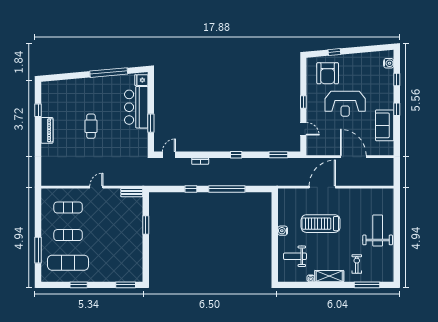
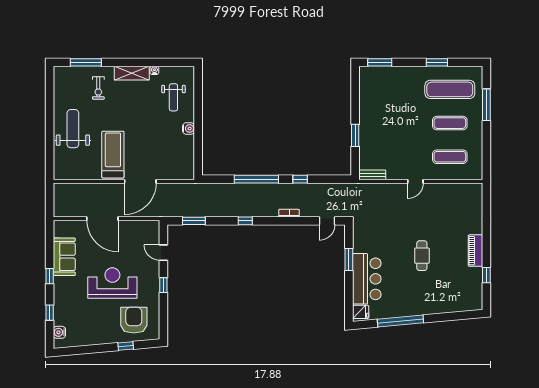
treadmill: (321, 224) -> (113, 155), moved, turned -90
weight bench: (378, 231) -> (73, 129), turned 180
weight bench: (295, 256) -> (173, 97), turned 90

